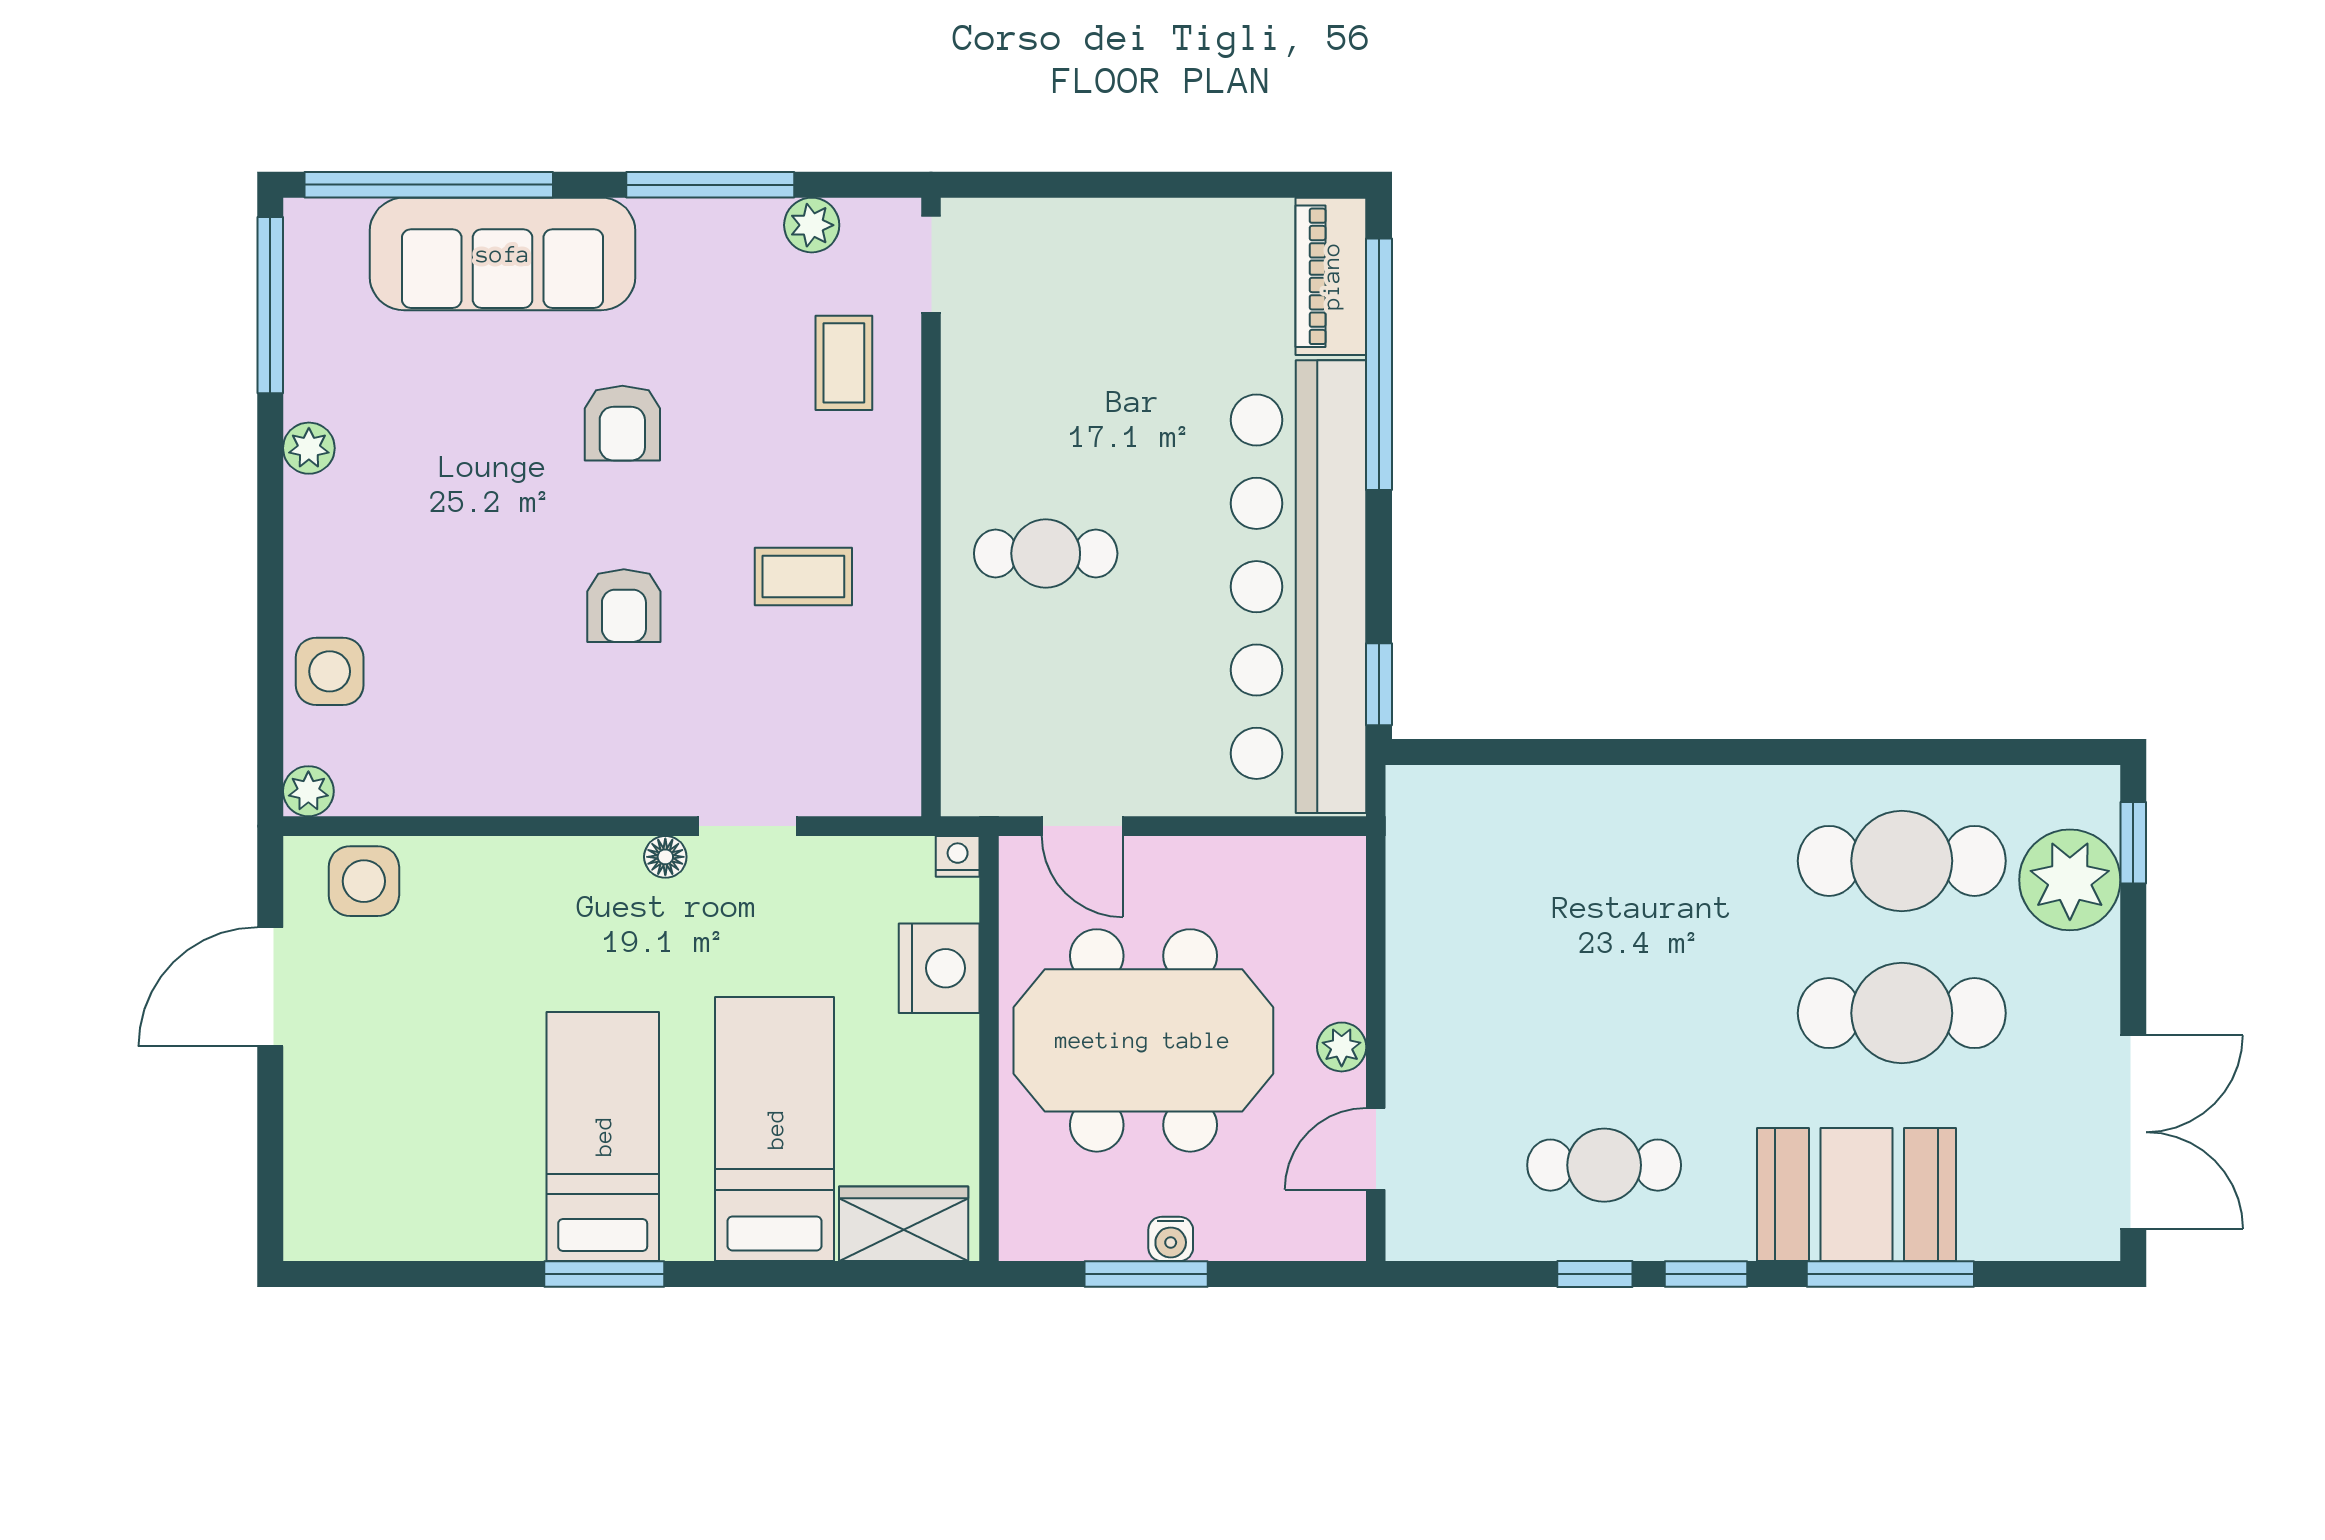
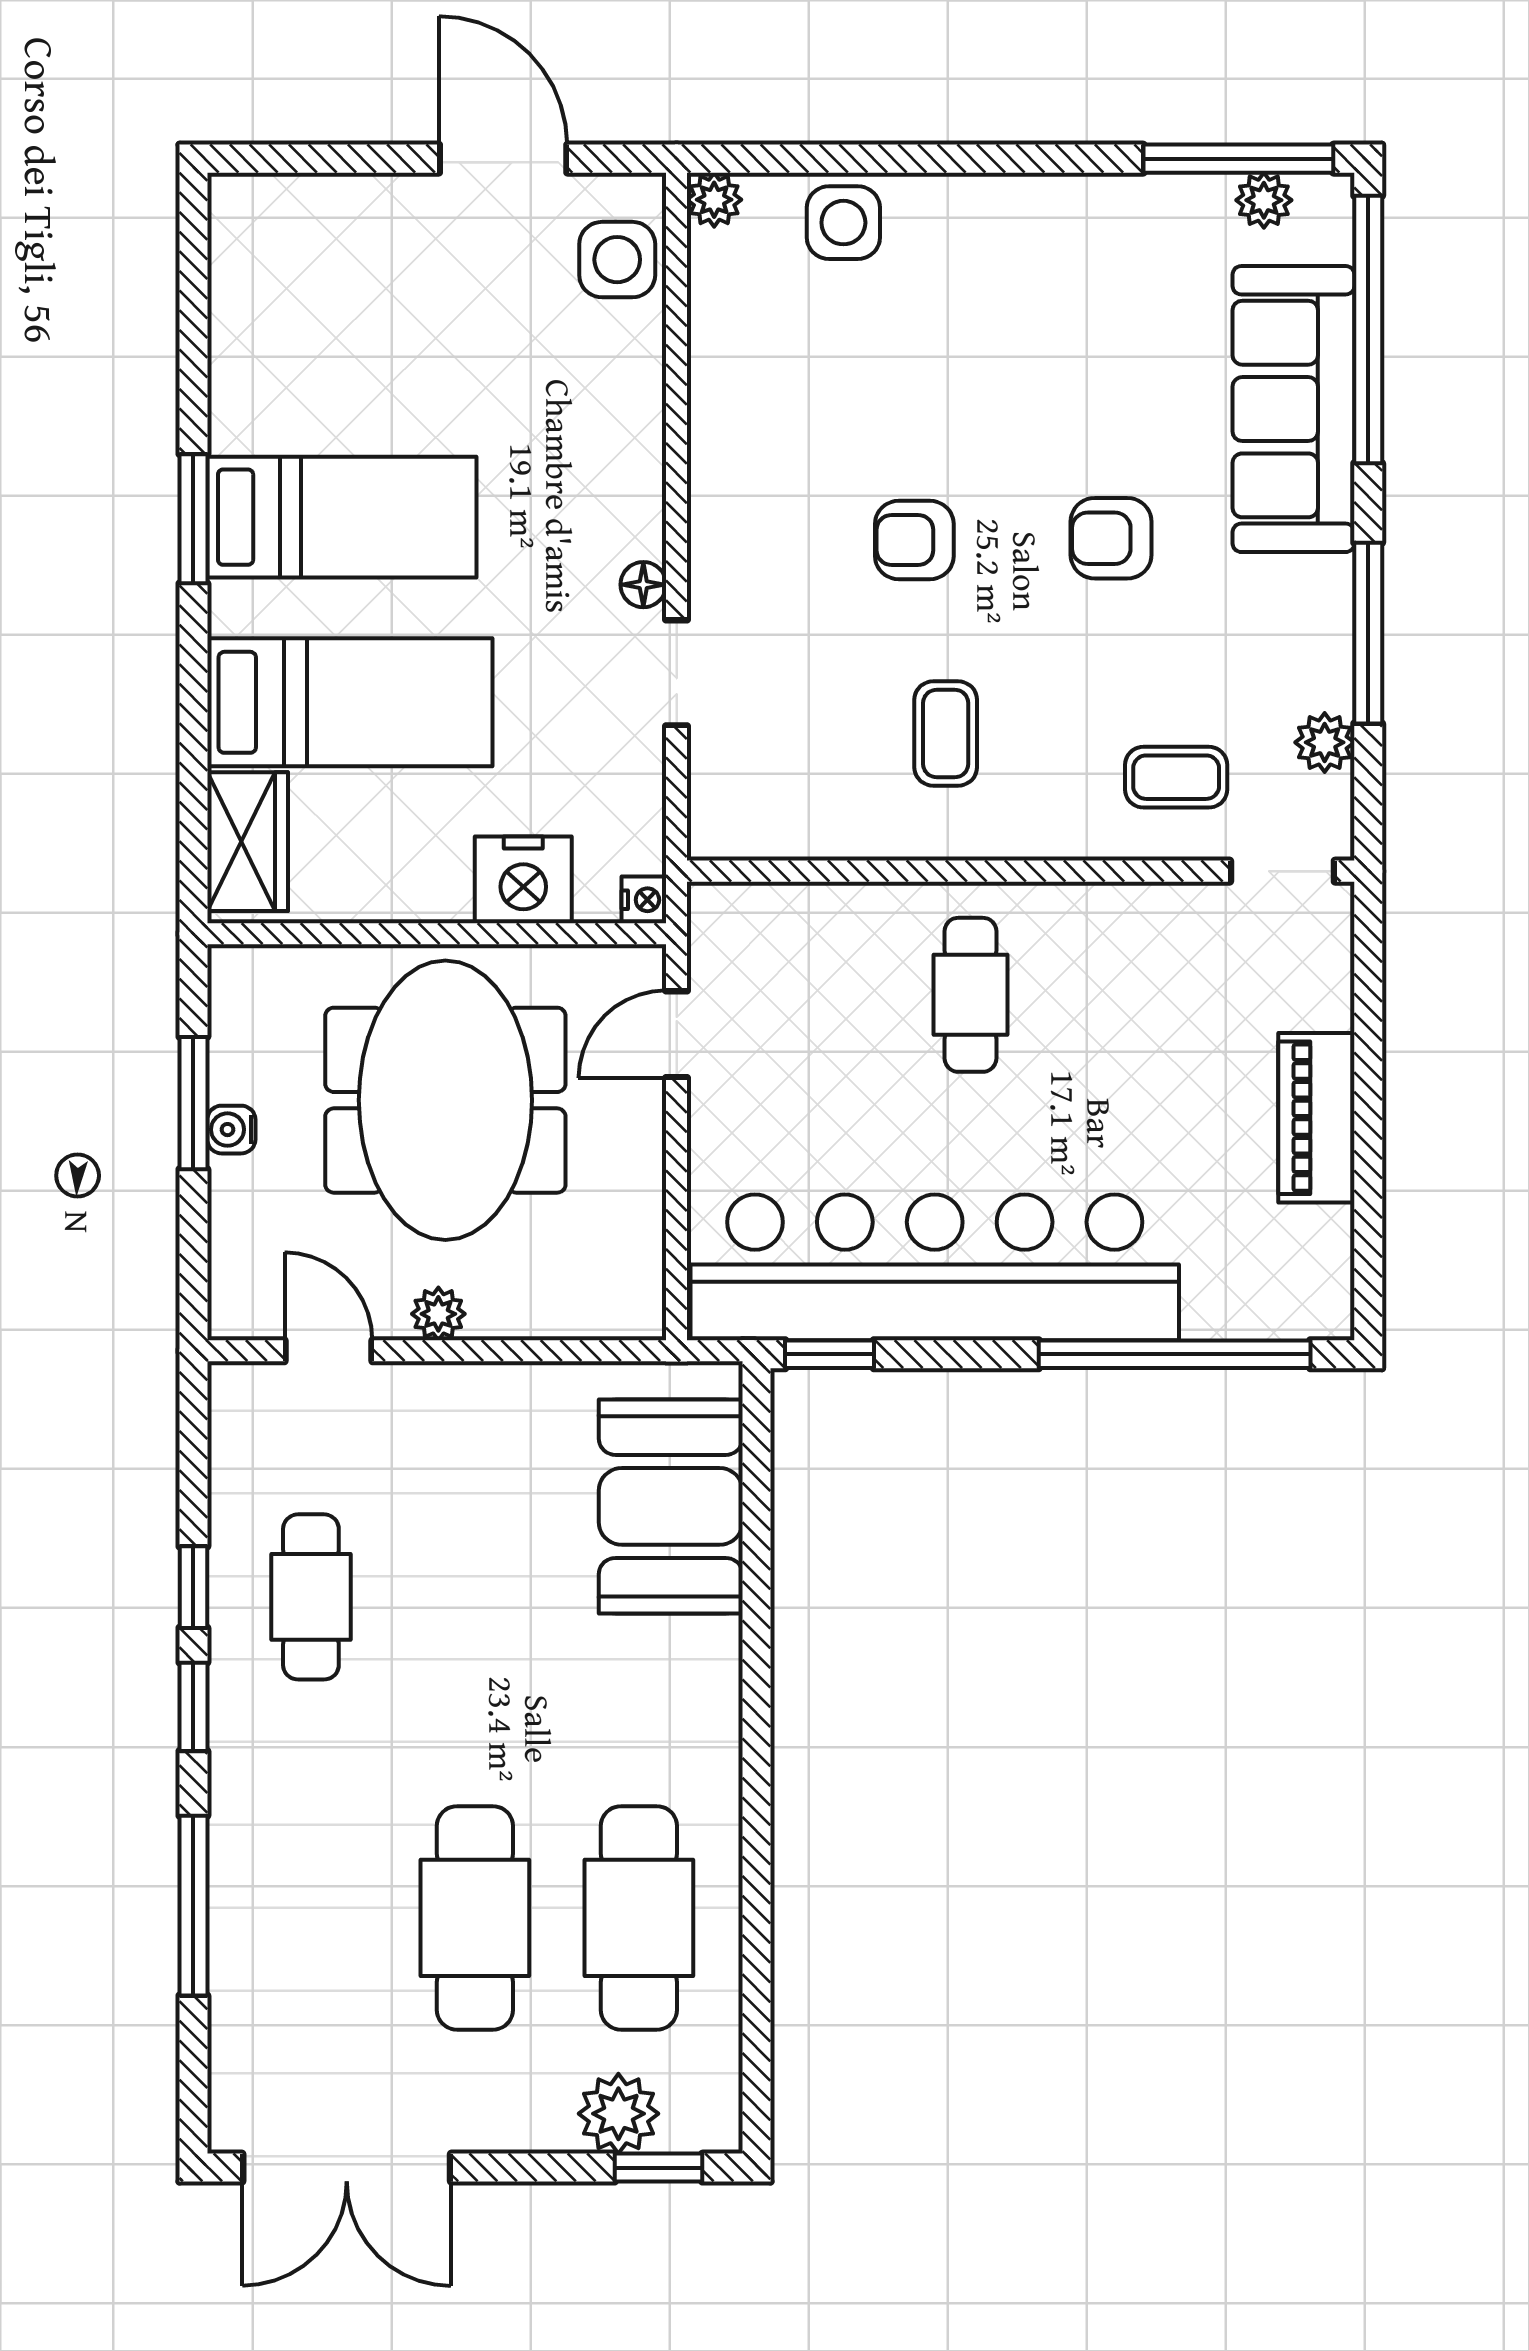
piano: (1331, 276) -> (1316, 1118), moved, turned -90
plant: (309, 448) -> (1264, 200), moved
plant: (2070, 880) -> (618, 2114), width x0.73, depth x0.73
booth: (1856, 1195) -> (671, 1506), moved

